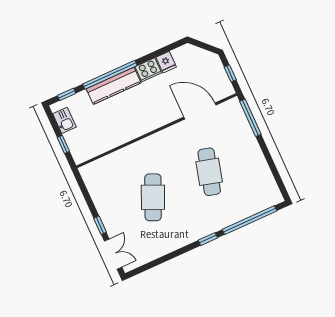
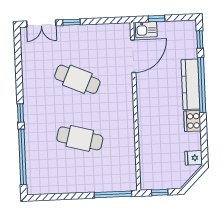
fridge: (166, 62) -> (194, 158), moved
door: (200, 111) -> (133, 56), moved
kitchen sink: (64, 120) -> (146, 30), moved

